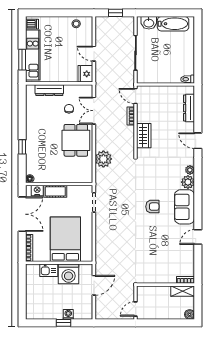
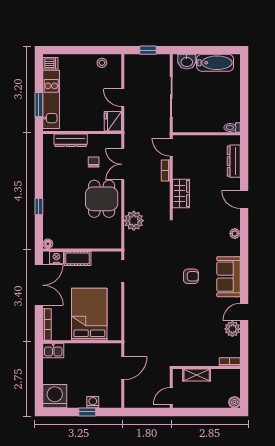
plant: (188, 182) -> (232, 329), moved
kitchen sink: (49, 270) -> (53, 351), moved
washing machine: (69, 274) -> (55, 396), moved, turned 180
shelving: (183, 291) -> (197, 375), moved

